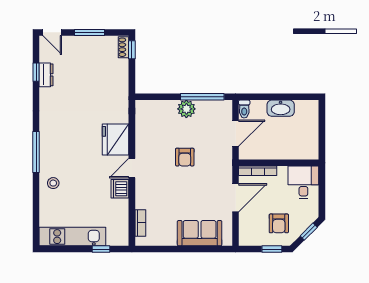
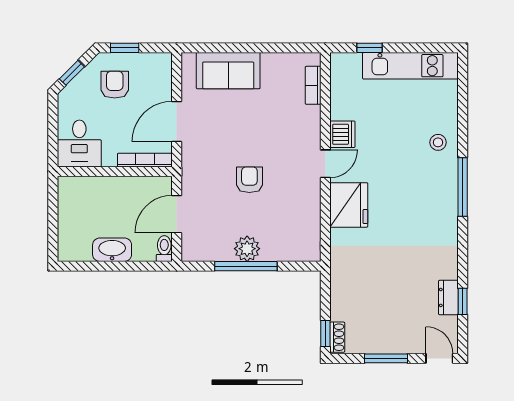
window: (202, 97) -> (246, 266), moved

